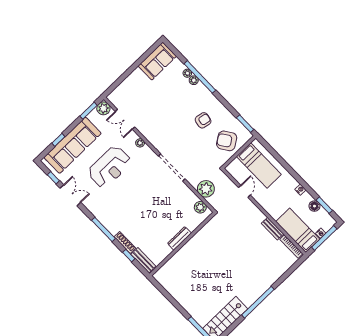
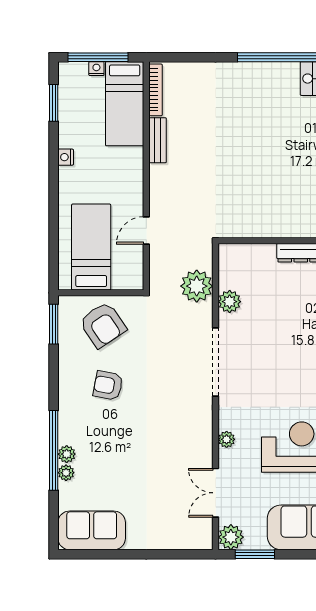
double door: (125, 119) -> (216, 493), swing flipped
floor lamp: (314, 206) -> (68, 115), removed
plant: (200, 207) -> (230, 302), moved

